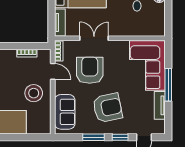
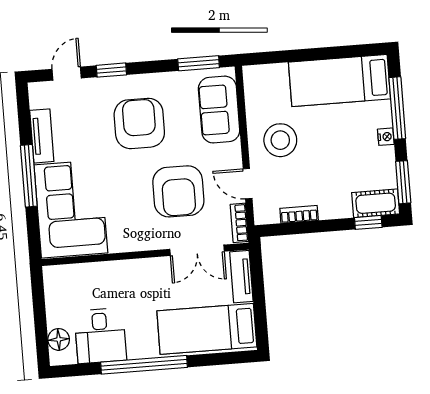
double door: (94, 38) -> (197, 250), moved
armchair: (108, 108) -> (139, 123), turned 102
window: (93, 137) -> (199, 63), moved

